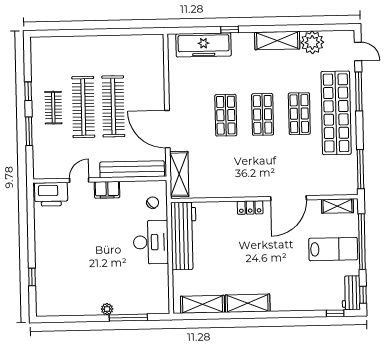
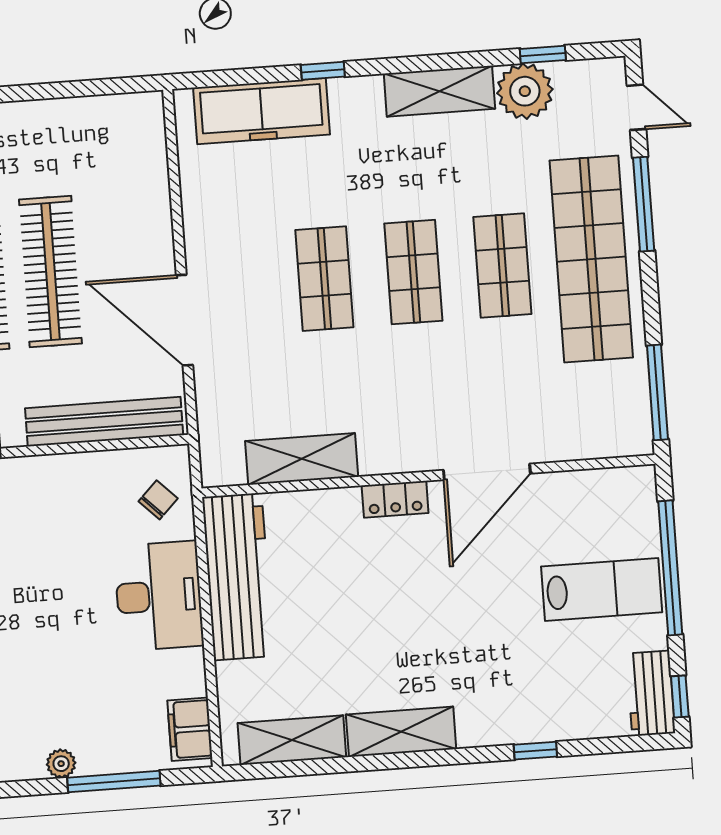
window: (321, 28) -> (543, 55), added
shelving: (179, 174) -> (302, 459), moved, turned 90
filing cabinet: (107, 190) -> (190, 729), moved, turned 90
shelving: (337, 206) -> (606, 485), removed
window: (335, 313) -> (535, 751), moved

